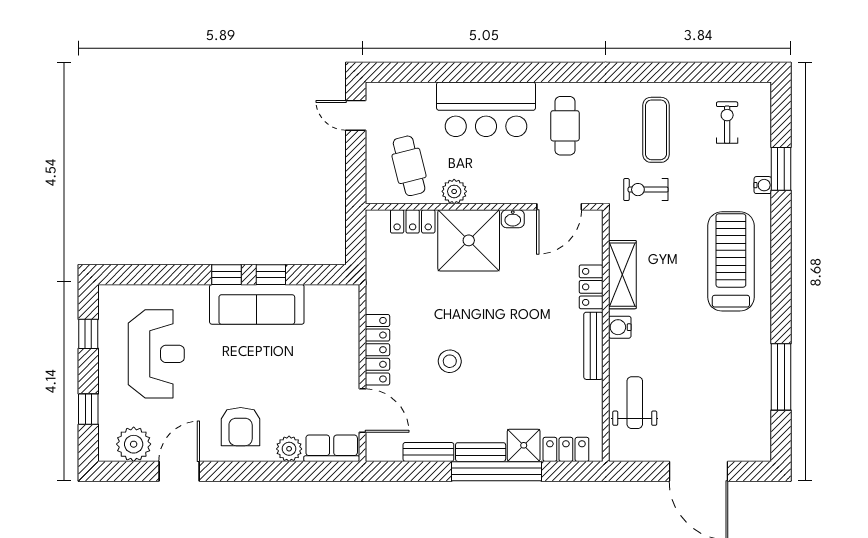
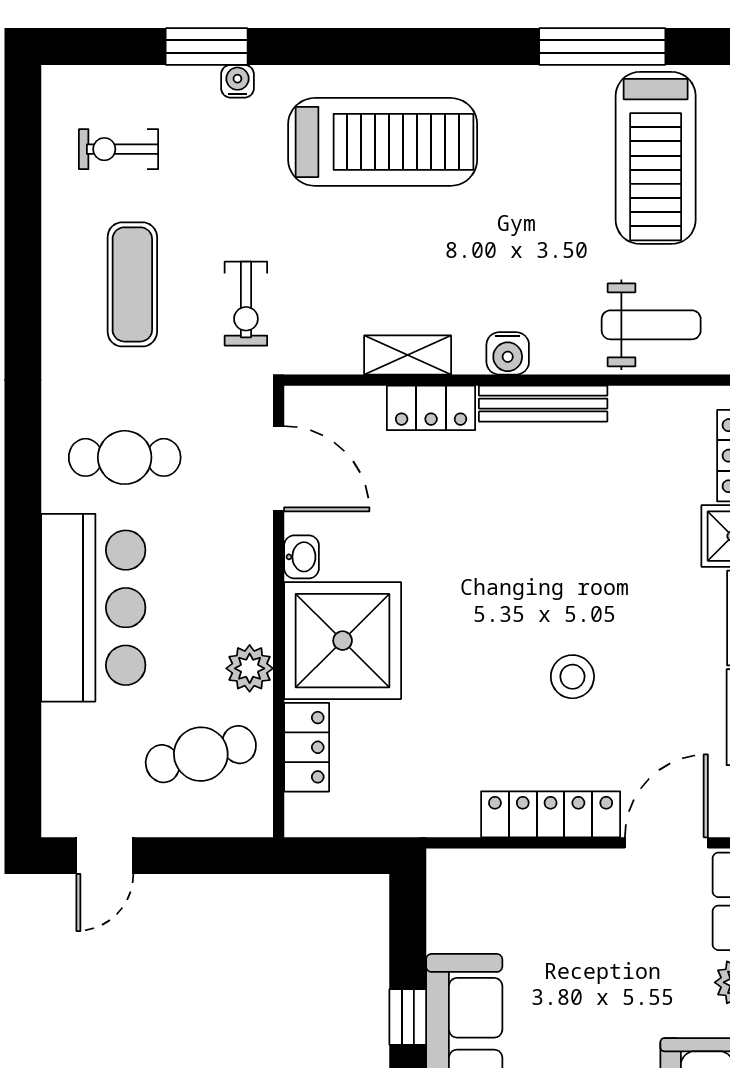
exercise mat: (656, 130) -> (132, 284), turned 90
treadmill: (731, 261) -> (383, 142), turned 180
shelving: (622, 275) -> (408, 355), width x0.67, depth x0.75
weight bench: (635, 403) -> (651, 325), turned 180
treadmill: (722, 405) -> (656, 158), added

